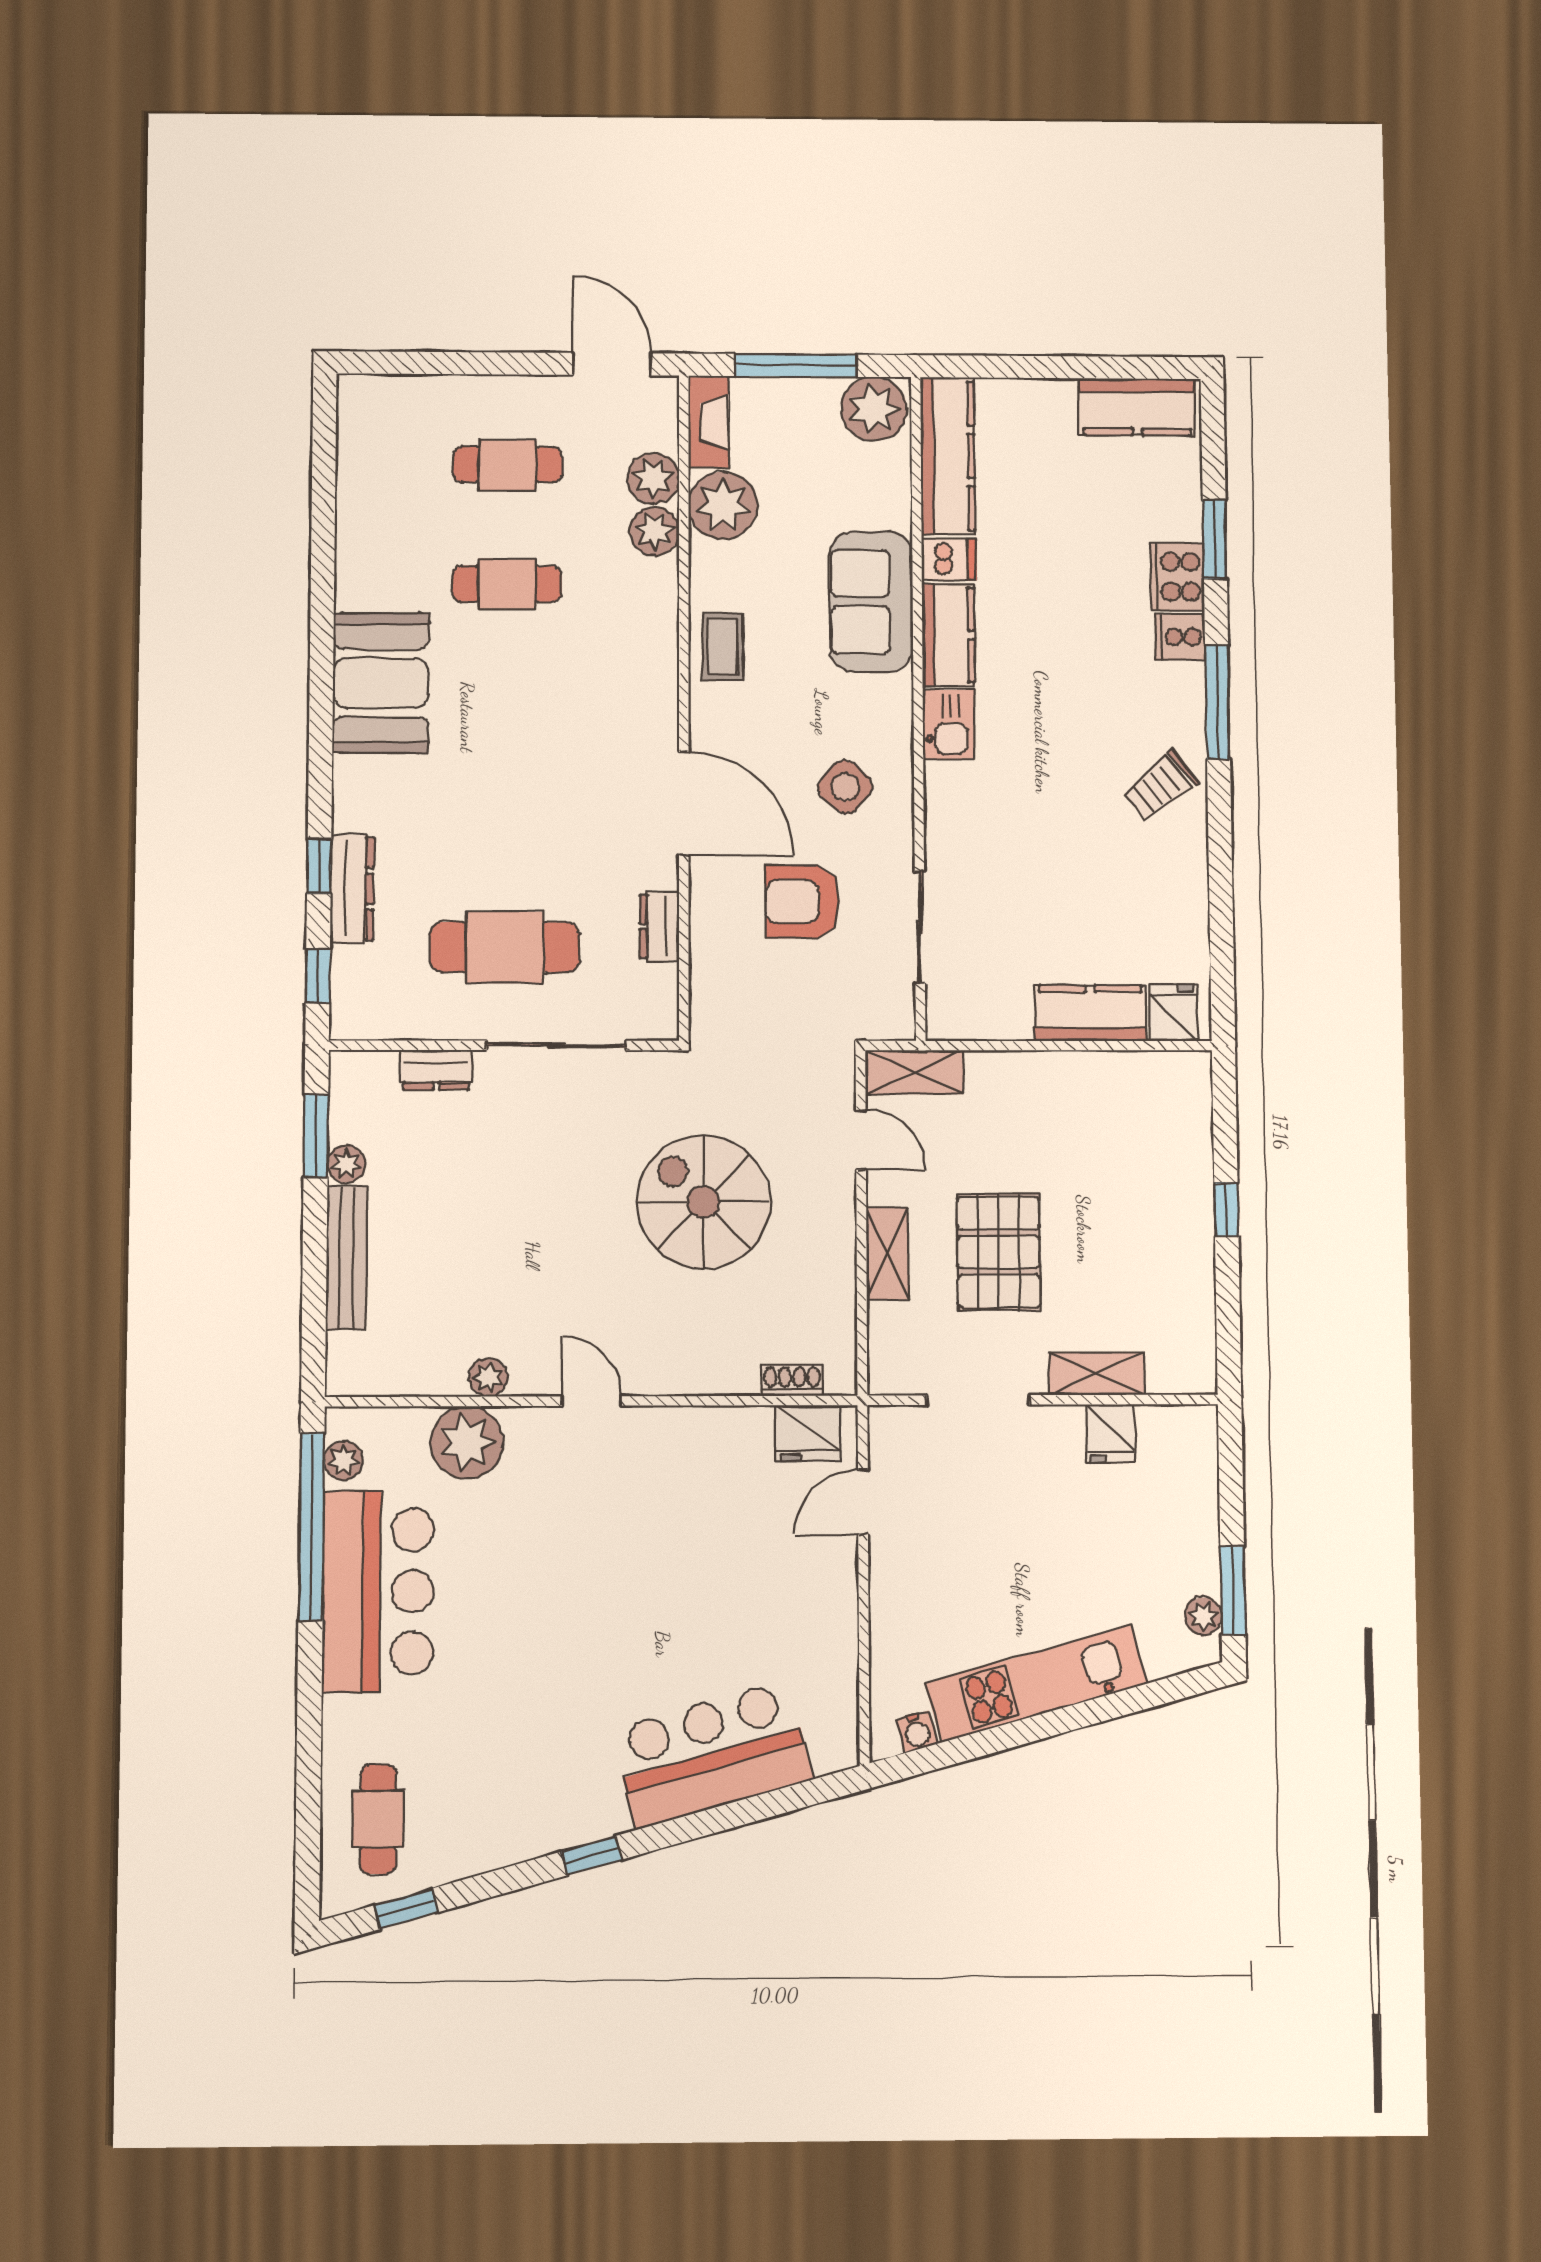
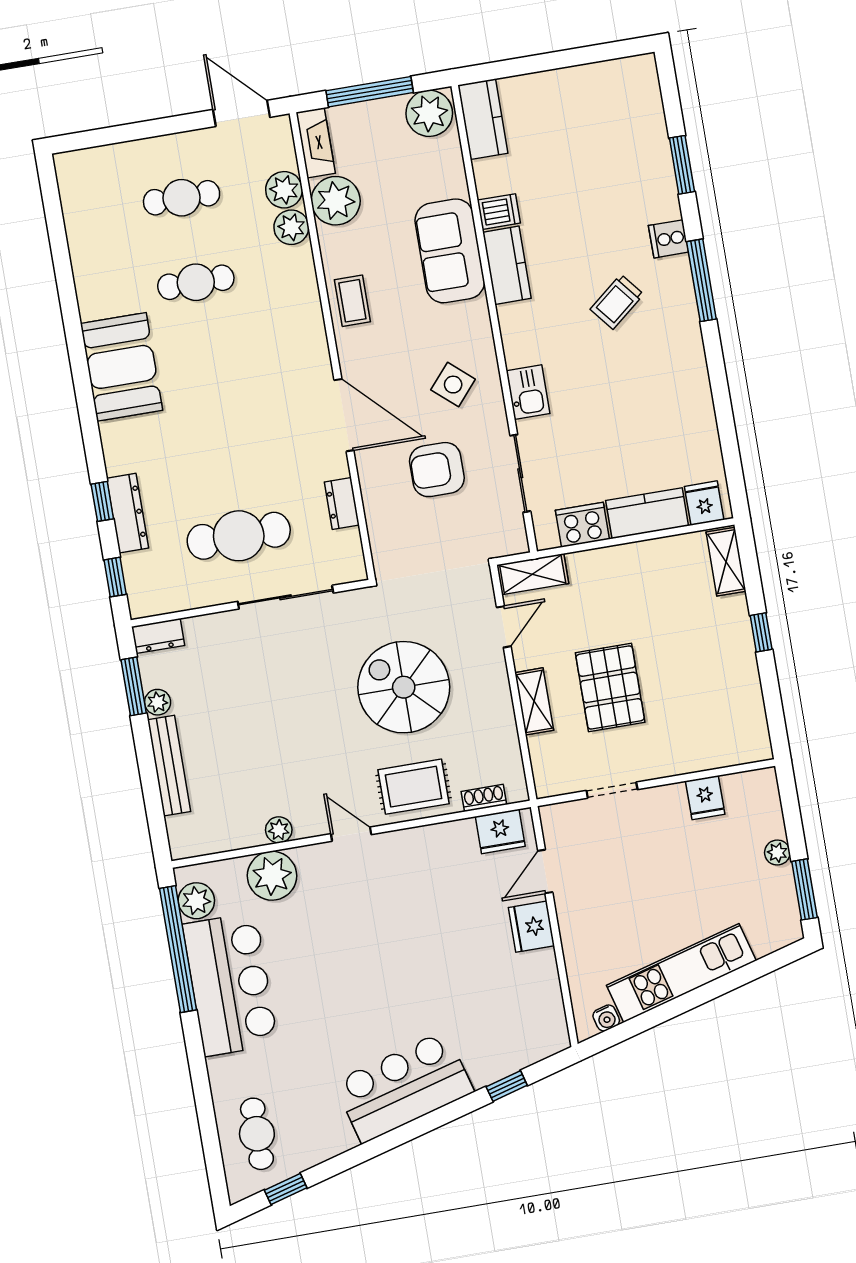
kitchen counter: (1137, 407) -> (613, 80), removed
kitchen counter: (948, 456) -> (483, 119), width x0.67
cooker: (1178, 577) -> (582, 525), moved, turned 90
kitchen sink: (948, 725) -> (528, 392), moved
trolley: (1160, 786) -> (617, 302), moved
dresser: (436, 1070) -> (158, 636), moved
door: (861, 1140) -> (504, 627), hinge flipped
rug: (693, 1347) -> (414, 787), added
shelving: (1096, 1374) -> (726, 562), moved, turned 90
doorway: (978, 1400) -> (612, 790), width x0.73
plant: (343, 1460) -> (196, 901), width x1.38, depth x1.38
fridge: (830, 1579) -> (531, 927), added
plant: (1203, 1616) -> (777, 853), moved
bar counter: (712, 1754) -> (404, 1087), moved
window: (592, 1856) -> (507, 1086), moved

